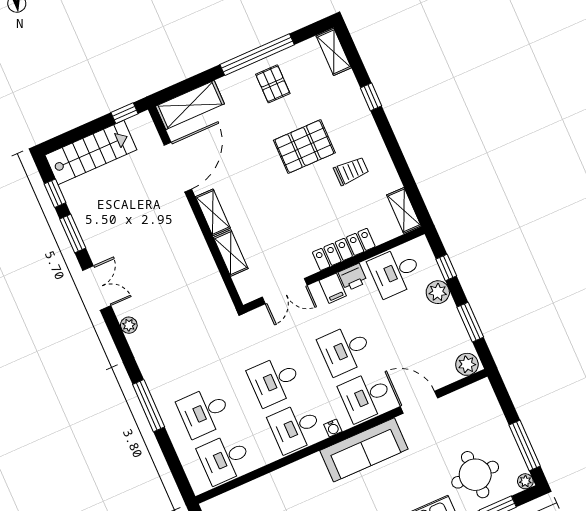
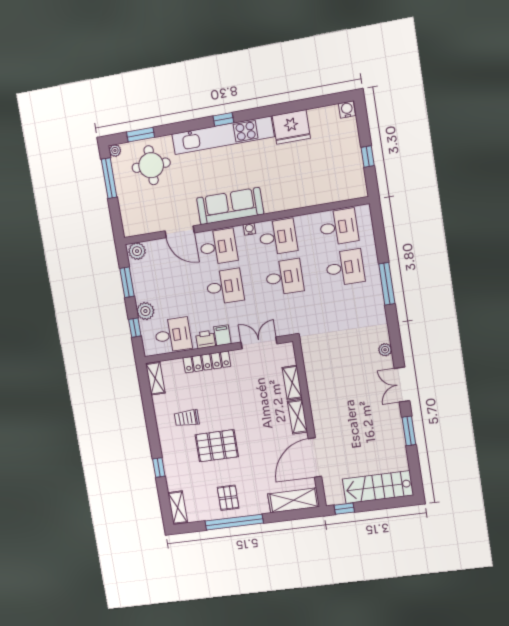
window: (55, 193) -> (414, 465), removed

